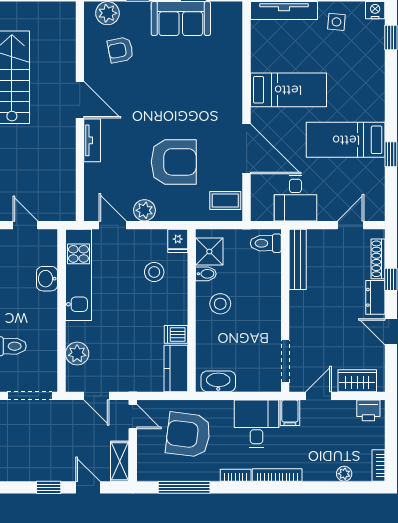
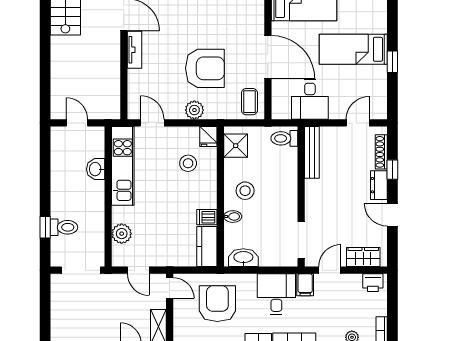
coffee table: (225, 201) -> (249, 102), turned 90
plant: (144, 210) -> (194, 110), moved
bidet: (206, 274) -> (233, 217), moved
armchair: (188, 435) -> (217, 304), turned 83

